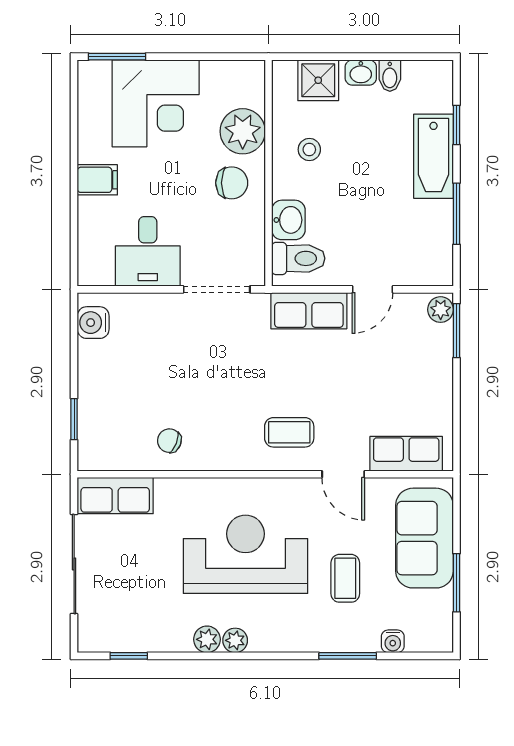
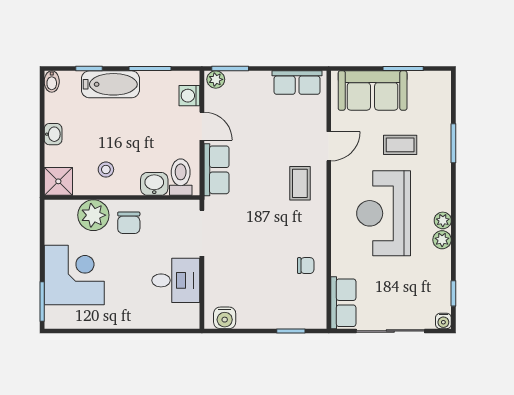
bidet: (390, 76) -> (52, 82), moved, turned 90
shower: (318, 80) -> (58, 181), moved
filing cabinet: (97, 180) -> (127, 315), removed
chair: (232, 183) -> (129, 223), turned 180
washing machine: (417, 271) -> (189, 96), added
chair: (169, 441) -> (306, 266), turned -111
row of seats: (406, 454) -> (297, 83), moved, turned -90
water cooler: (393, 641) -> (443, 321), moved, turned 90

